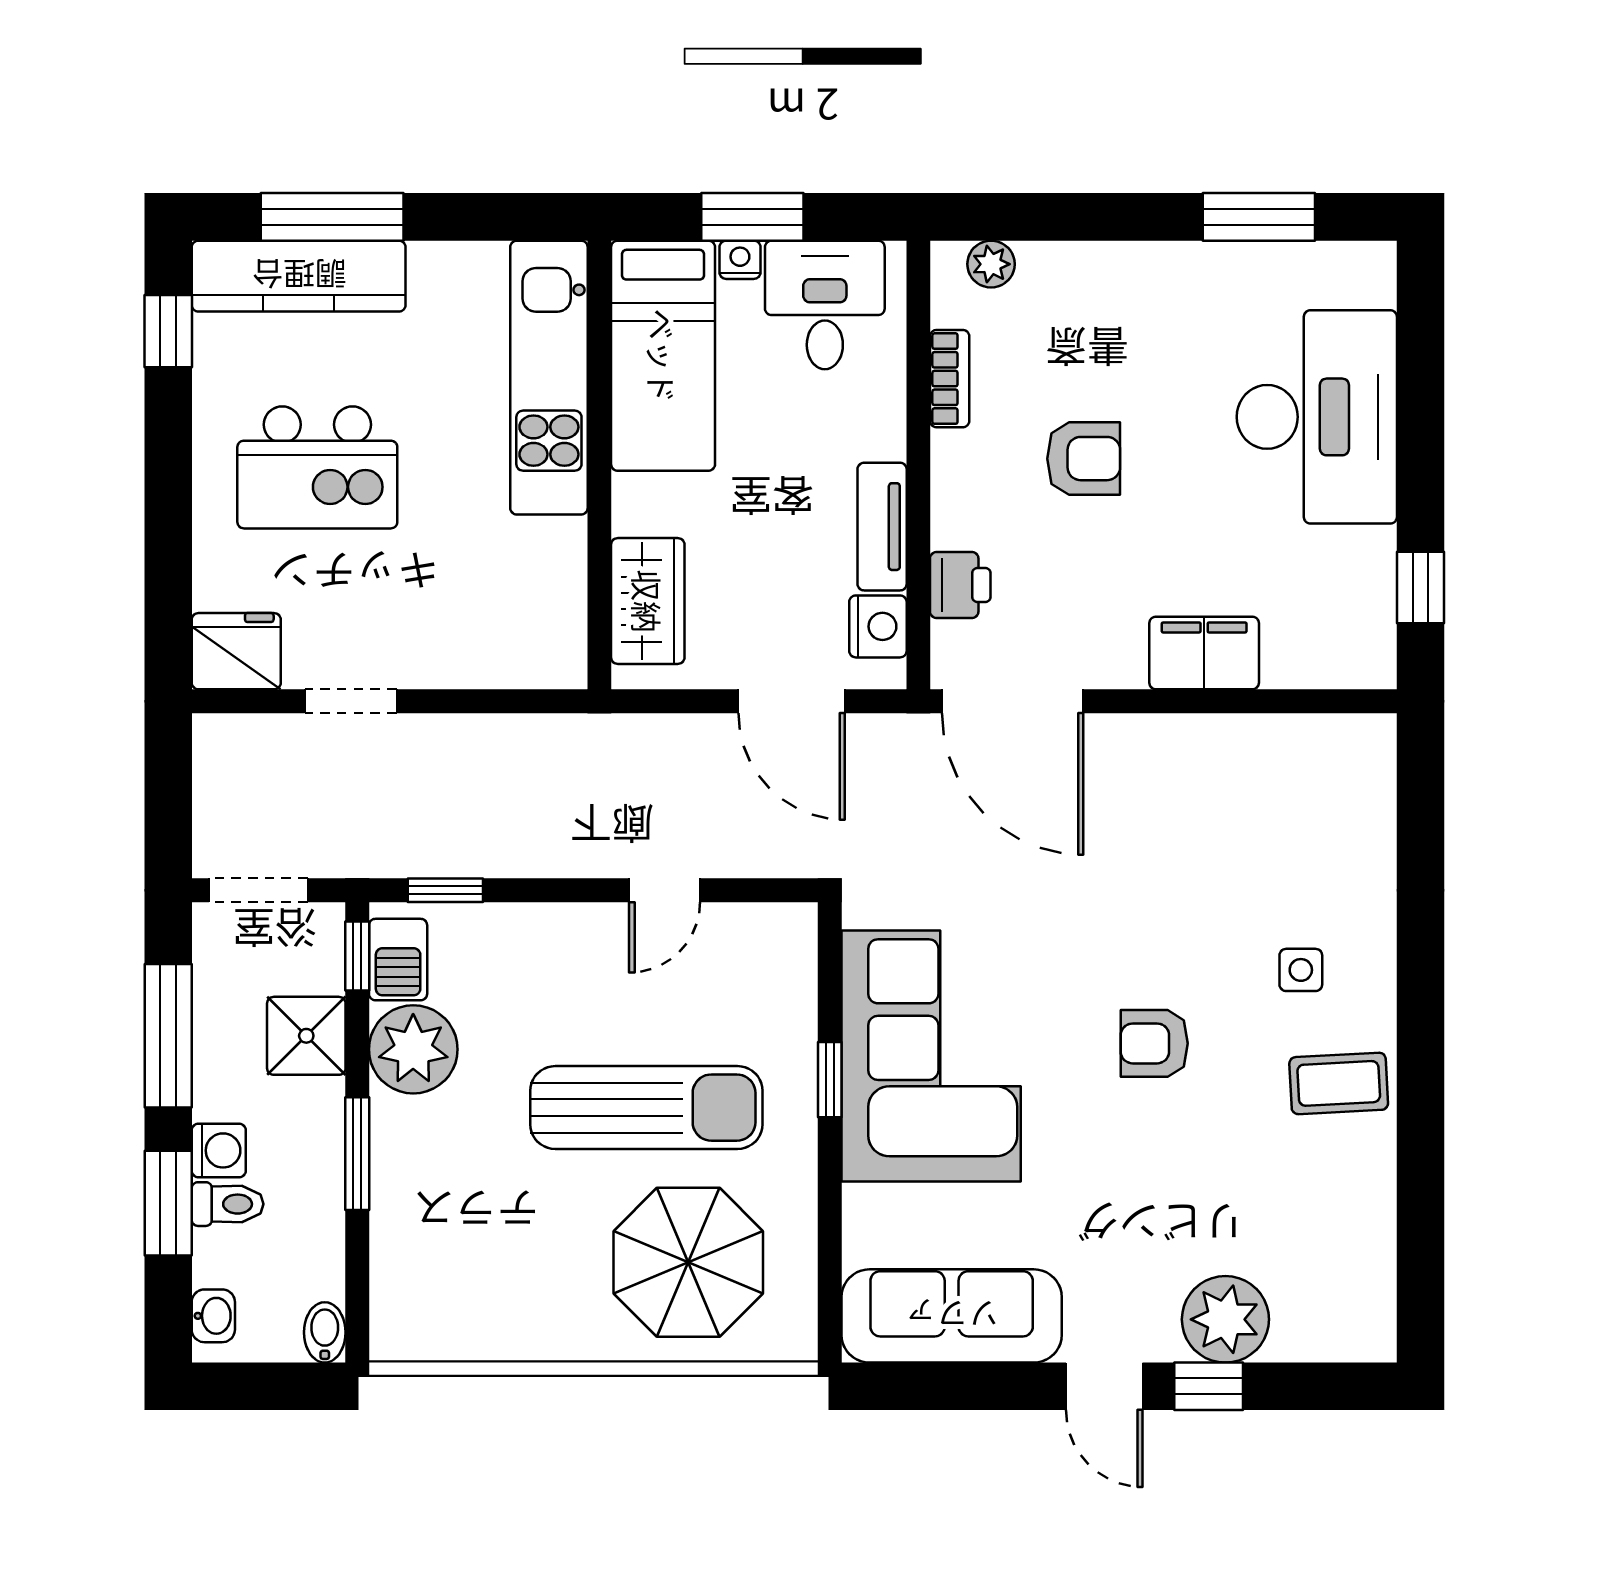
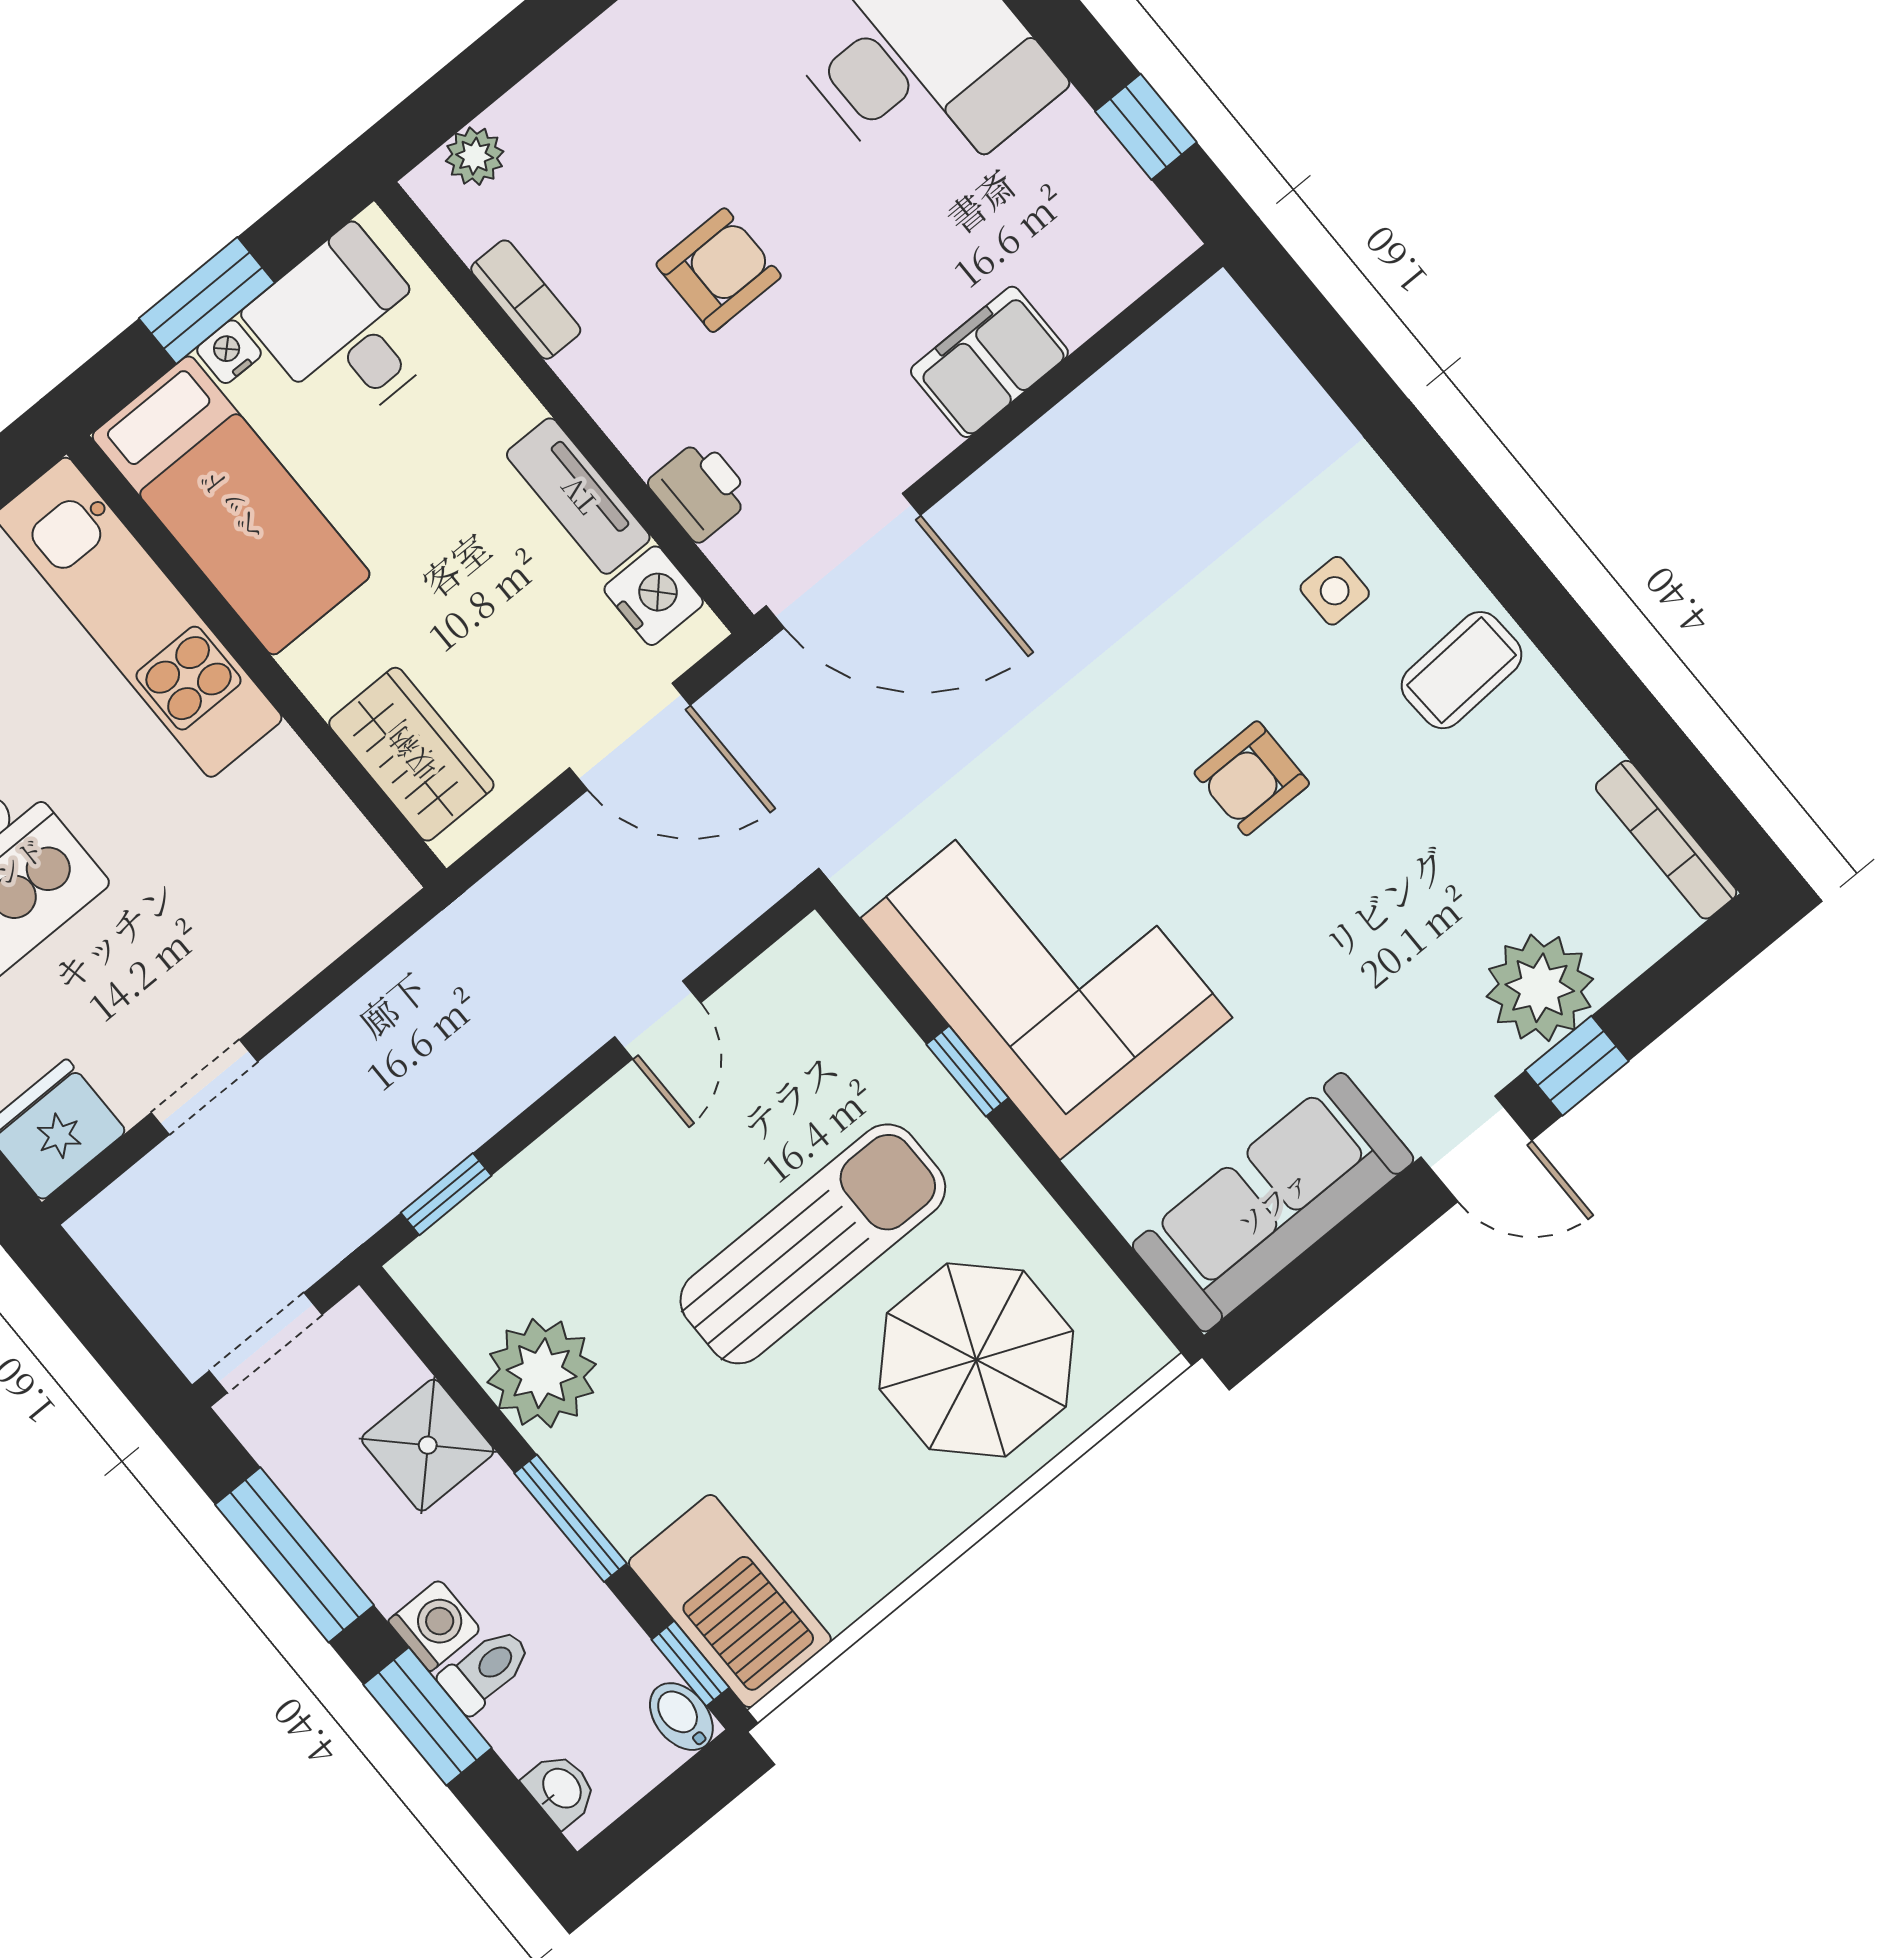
window: (357, 956) -> (690, 1664), moved
barbecue: (398, 960) -> (730, 1601), moved, width x1.88, depth x1.53
bookcase: (1379, 1292) -> (1666, 840), added

